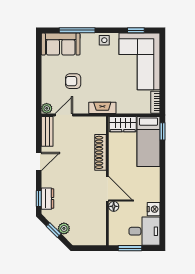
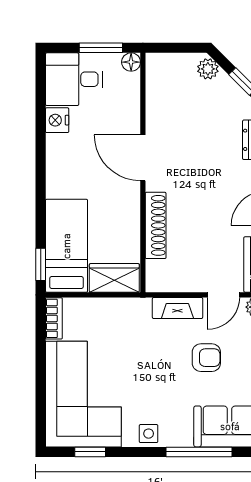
fireplace: (102, 108) -> (177, 308), moved
floor lamp: (114, 206) -> (131, 62), moved
plant: (64, 228) -> (208, 69), moved

